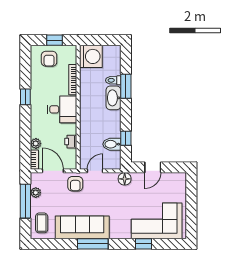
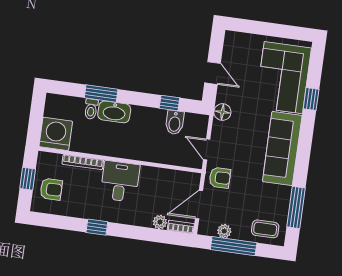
printer: (71, 142) -> (164, 176), removed
sofa: (82, 227) -> (282, 148), moved
window: (93, 244) -> (296, 207), moved

